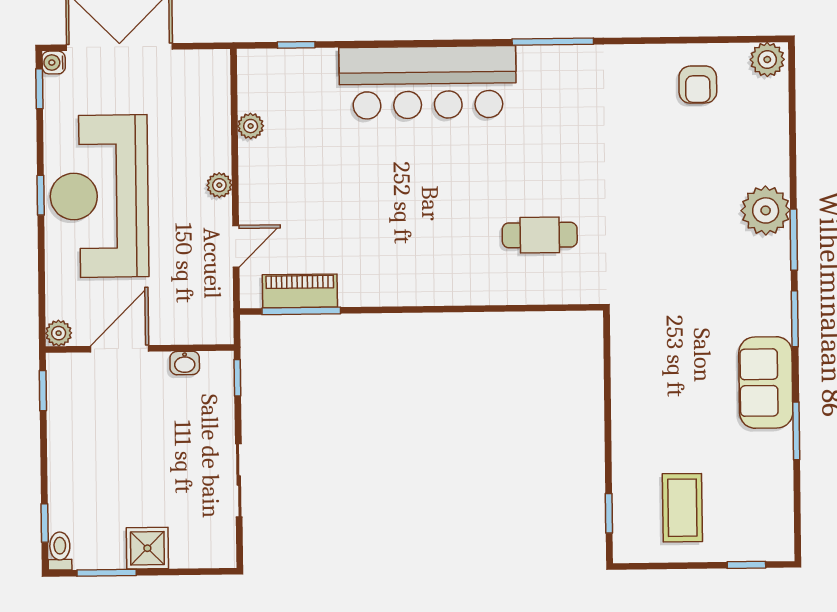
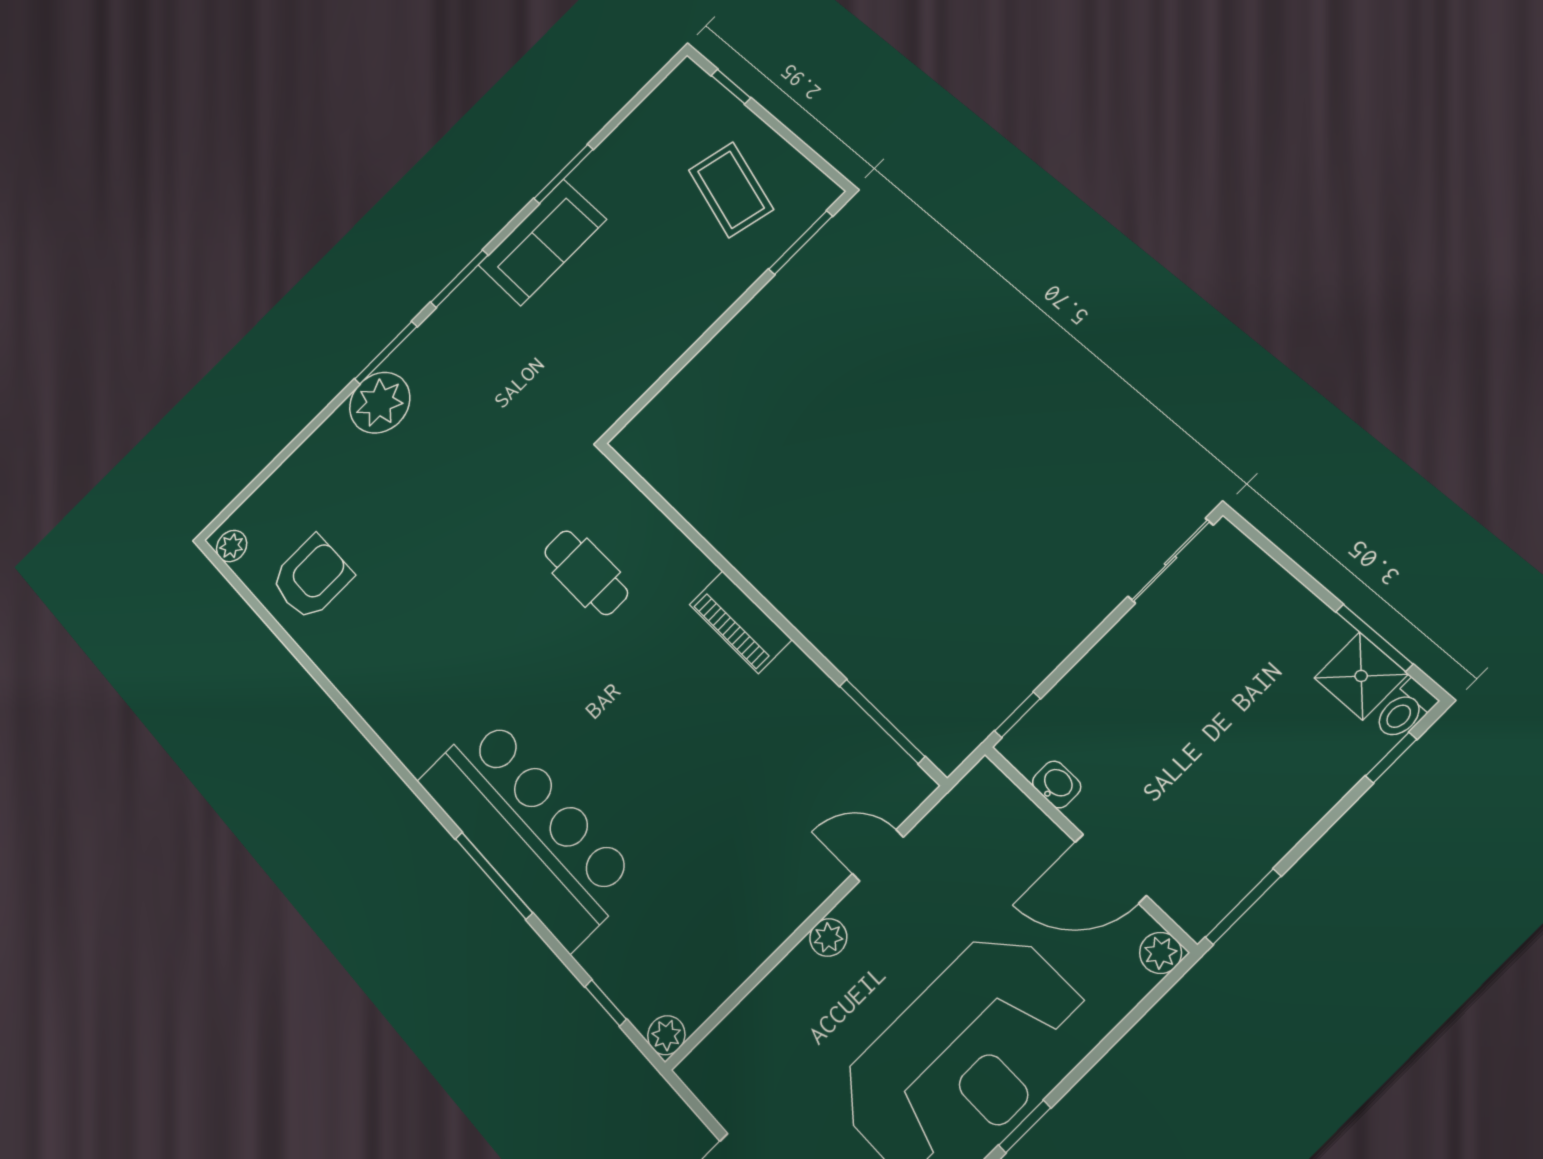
window: (553, 42) -> (494, 876), moved
plant: (767, 59) -> (232, 546), width x0.73, depth x0.73
armchair: (698, 85) -> (312, 578), width x1.38, depth x1.38
plant: (251, 126) -> (666, 1035), moved
piano: (300, 291) -> (740, 622), moved
window: (43, 391) -> (1243, 907), width x1.50
sliding door: (239, 480) -> (1171, 561), moved
coffee table: (682, 508) -> (731, 190), turned -75
window: (609, 513) -> (801, 243), width x1.50
shower: (147, 548) -> (1361, 676), moved

